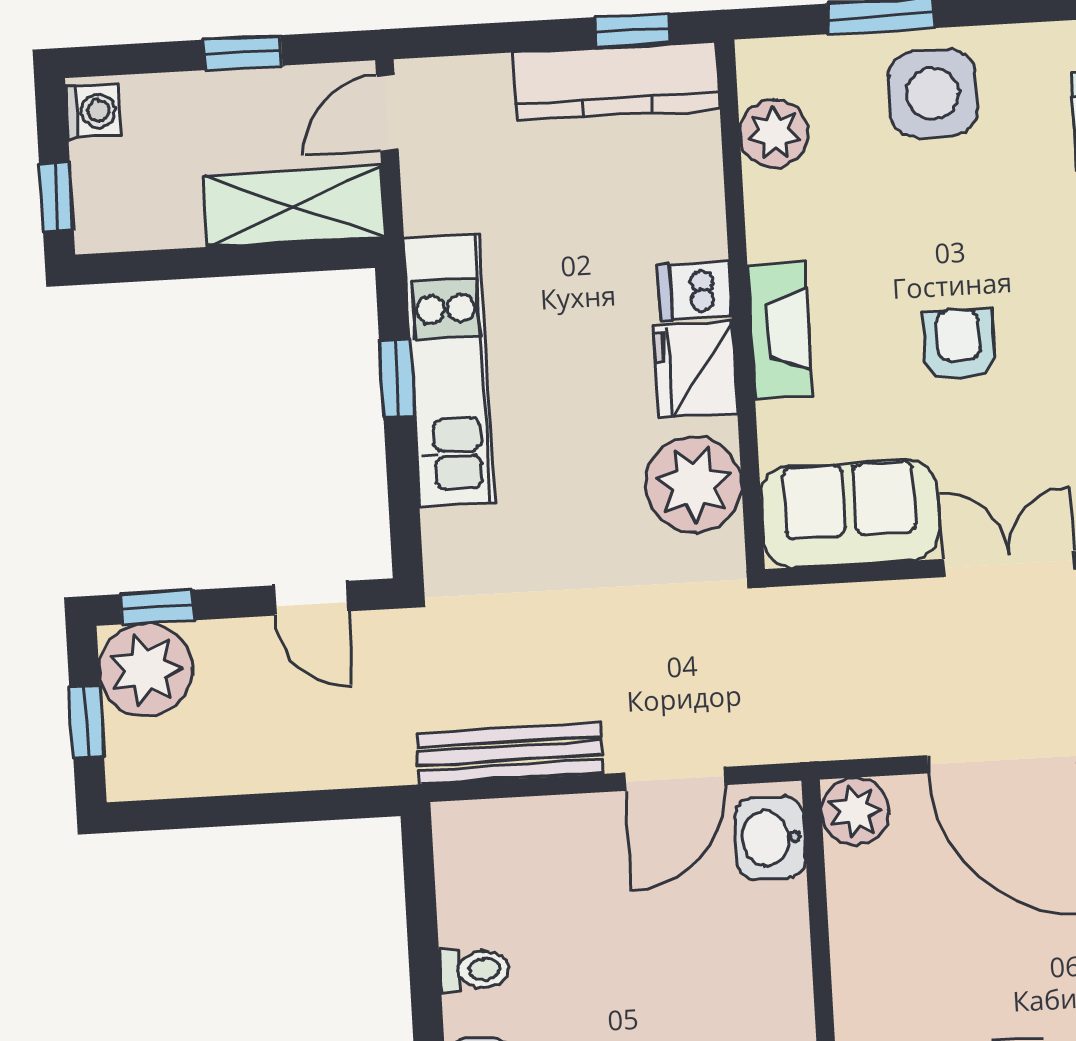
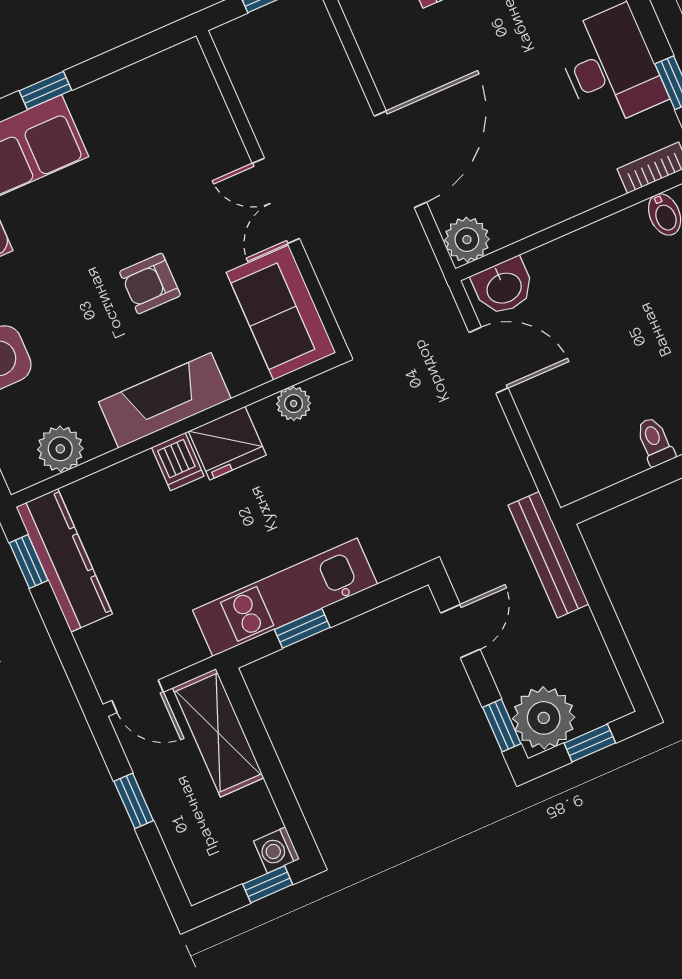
washing machine: (93, 111) -> (276, 850), moved, turned -90
fireplace: (780, 330) -> (165, 400), width x1.37, depth x1.32
plant: (694, 485) -> (294, 404), width x0.53, depth x0.53
bench: (510, 753) -> (548, 555), moved

